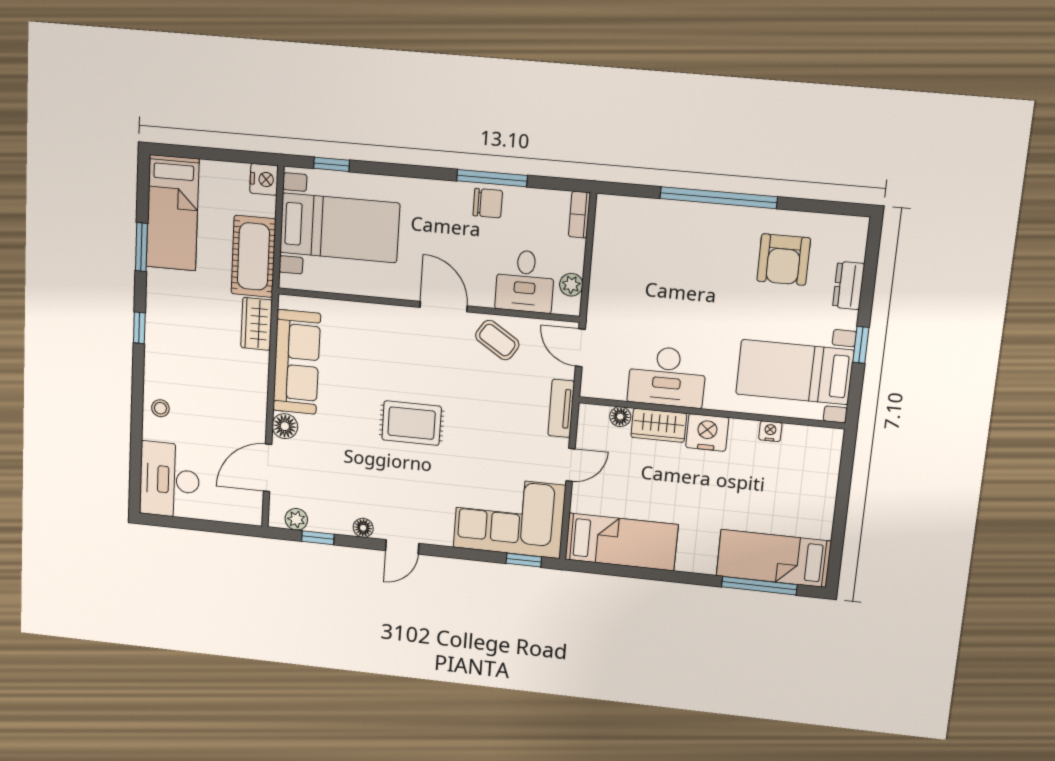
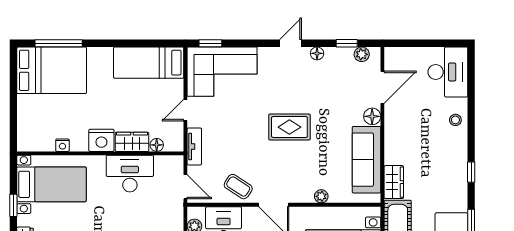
plant: (369, 313) -> (321, 196), added
bed: (774, 558) -> (52, 70), width x1.50

